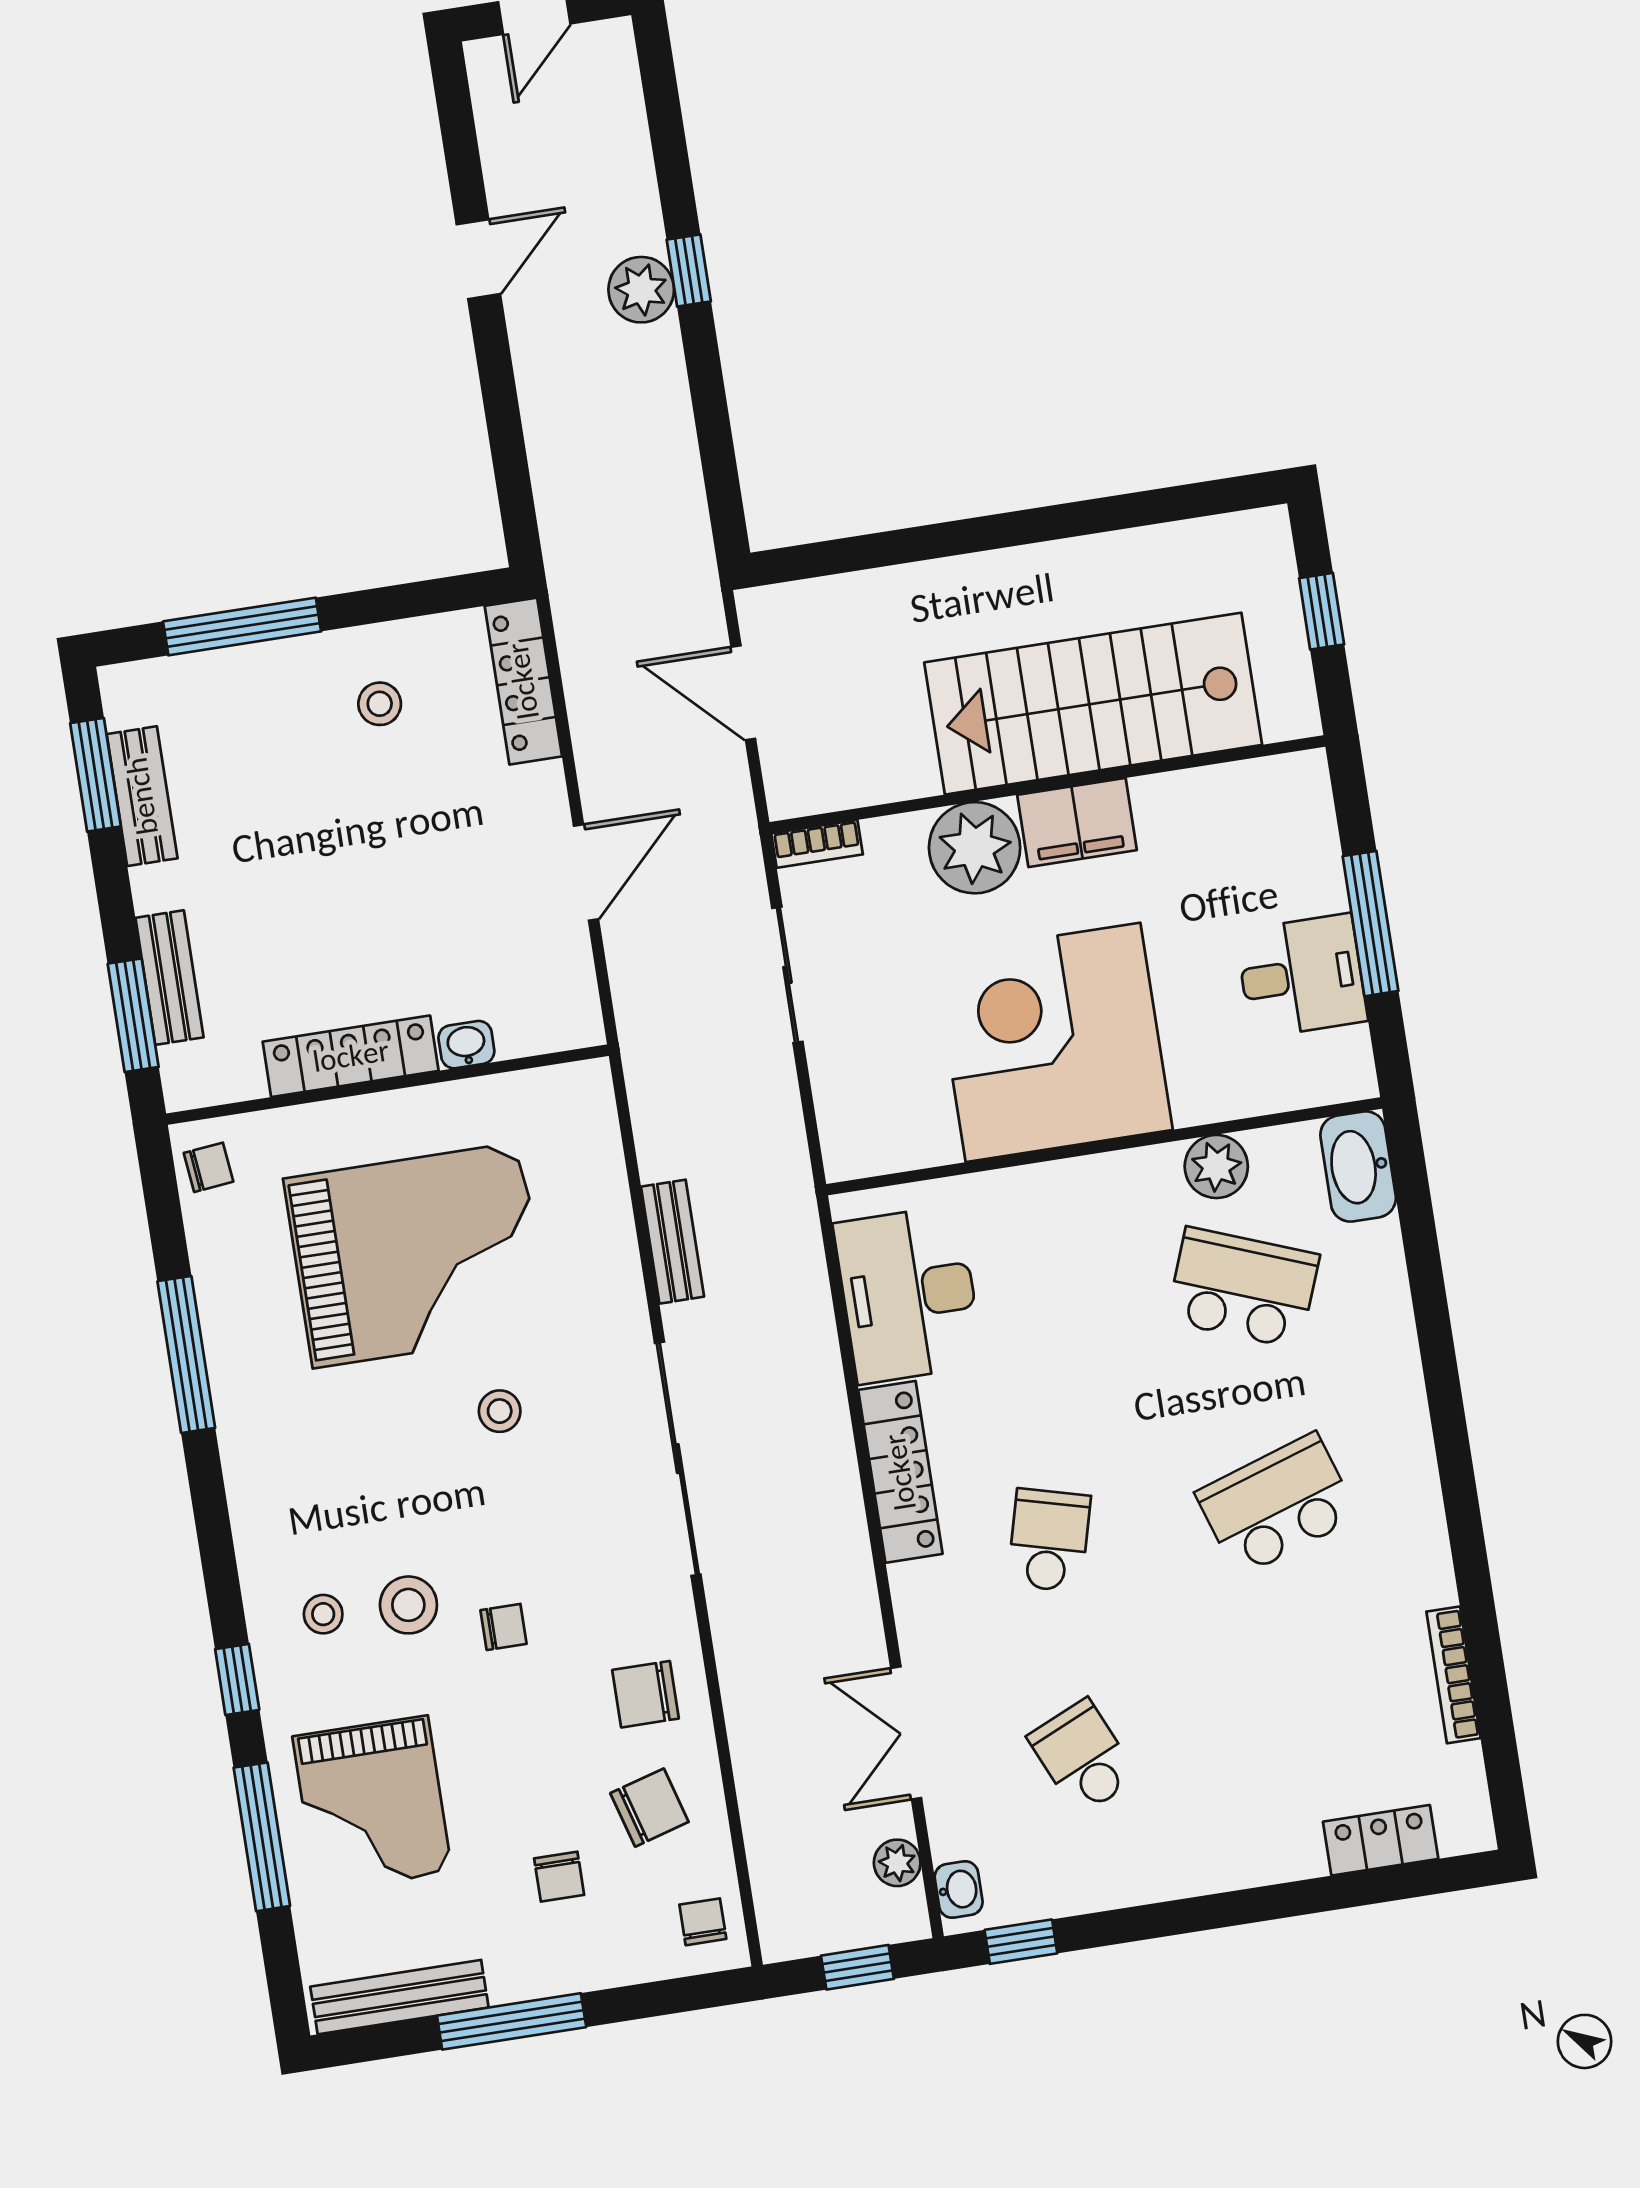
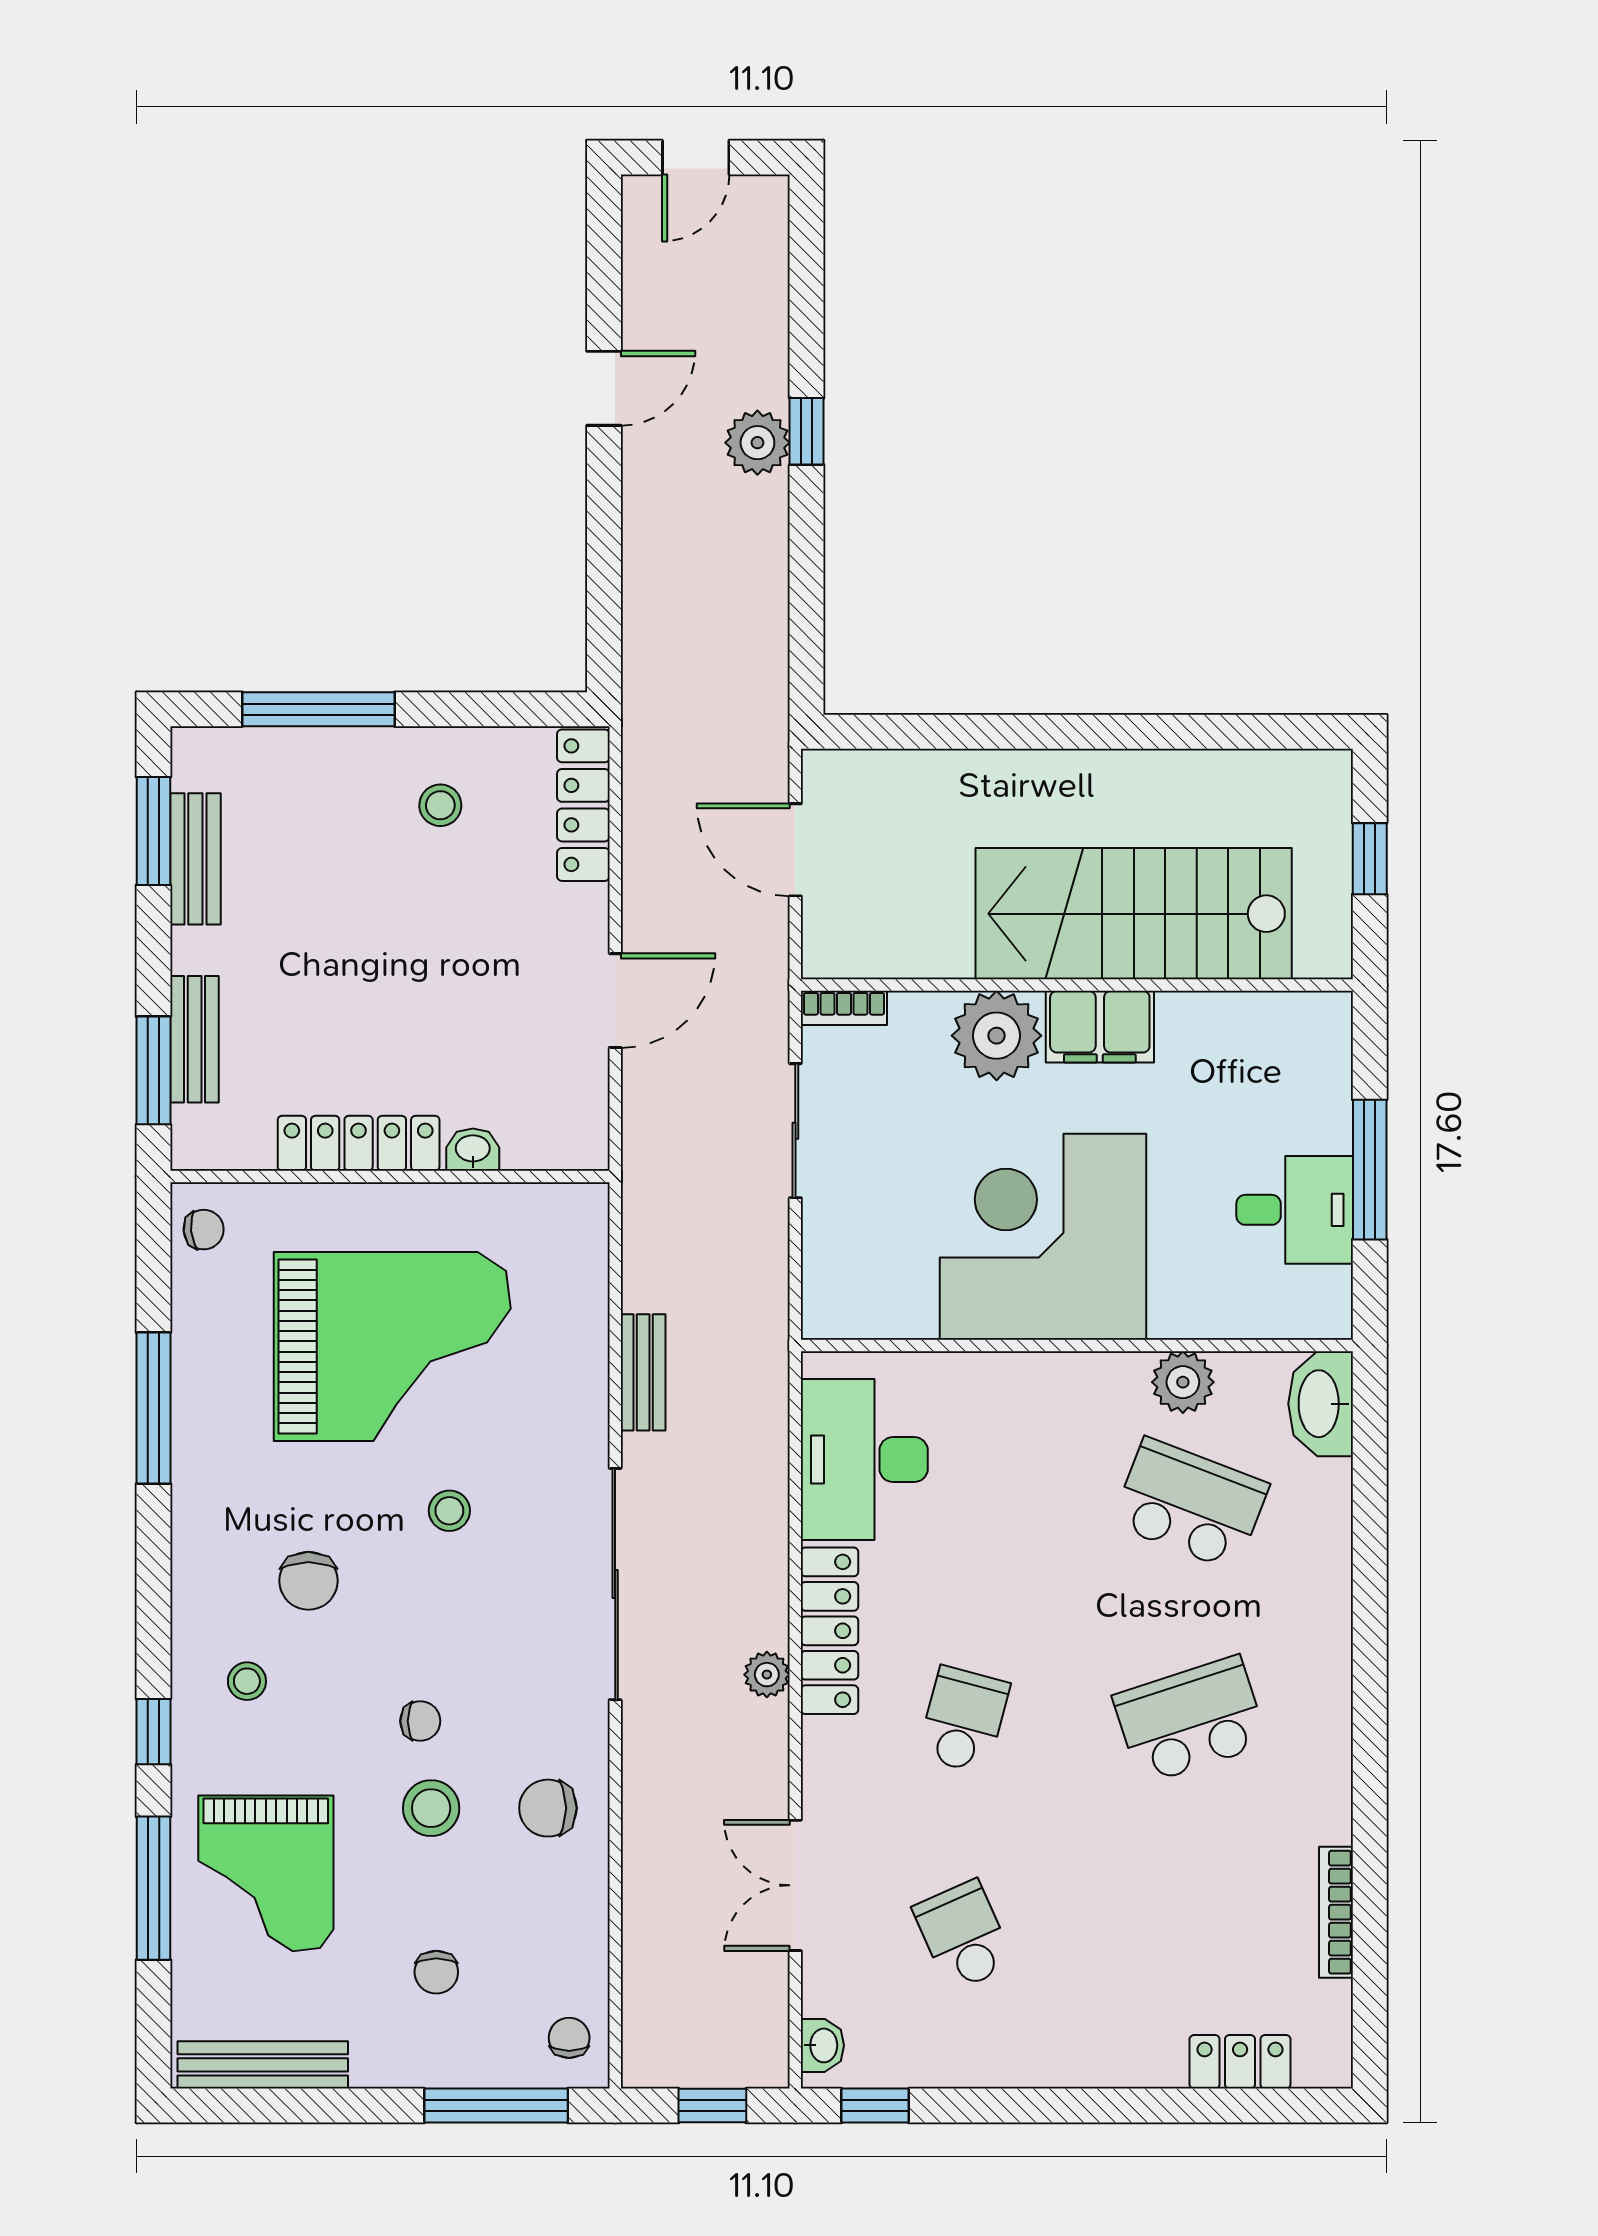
stool: (408, 1605) -> (431, 1808), moved
chair: (649, 1808) -> (308, 1581), moved, turned 106
plant: (897, 1863) -> (767, 1675), moved
window: (512, 2021) -> (496, 2106), moved

